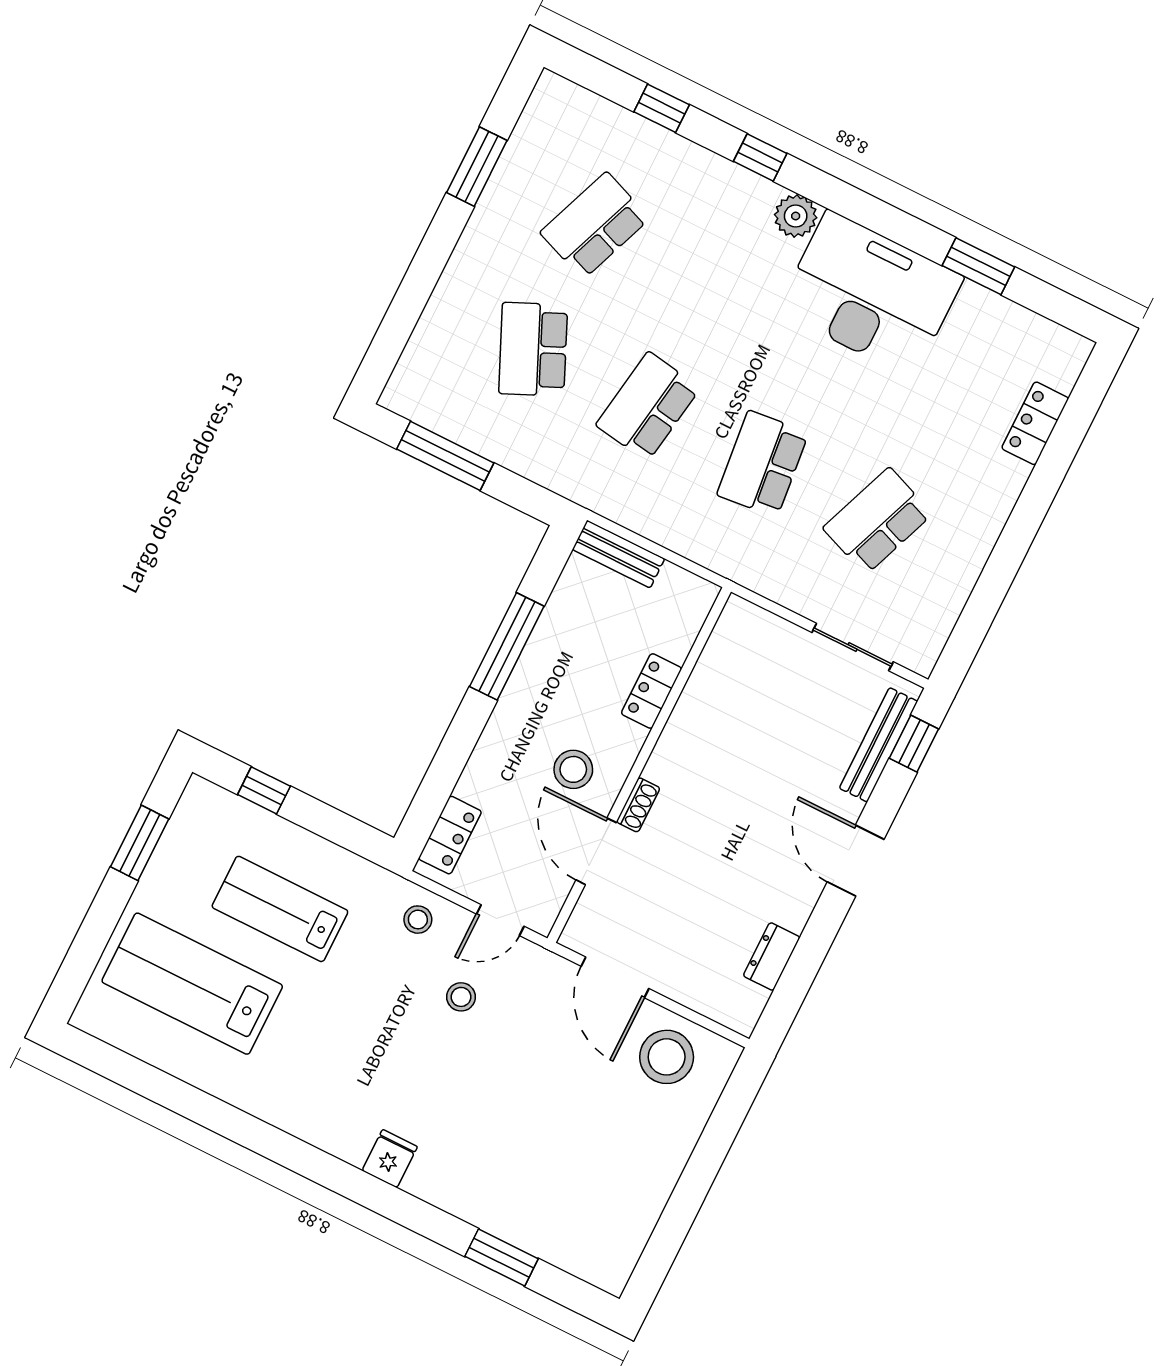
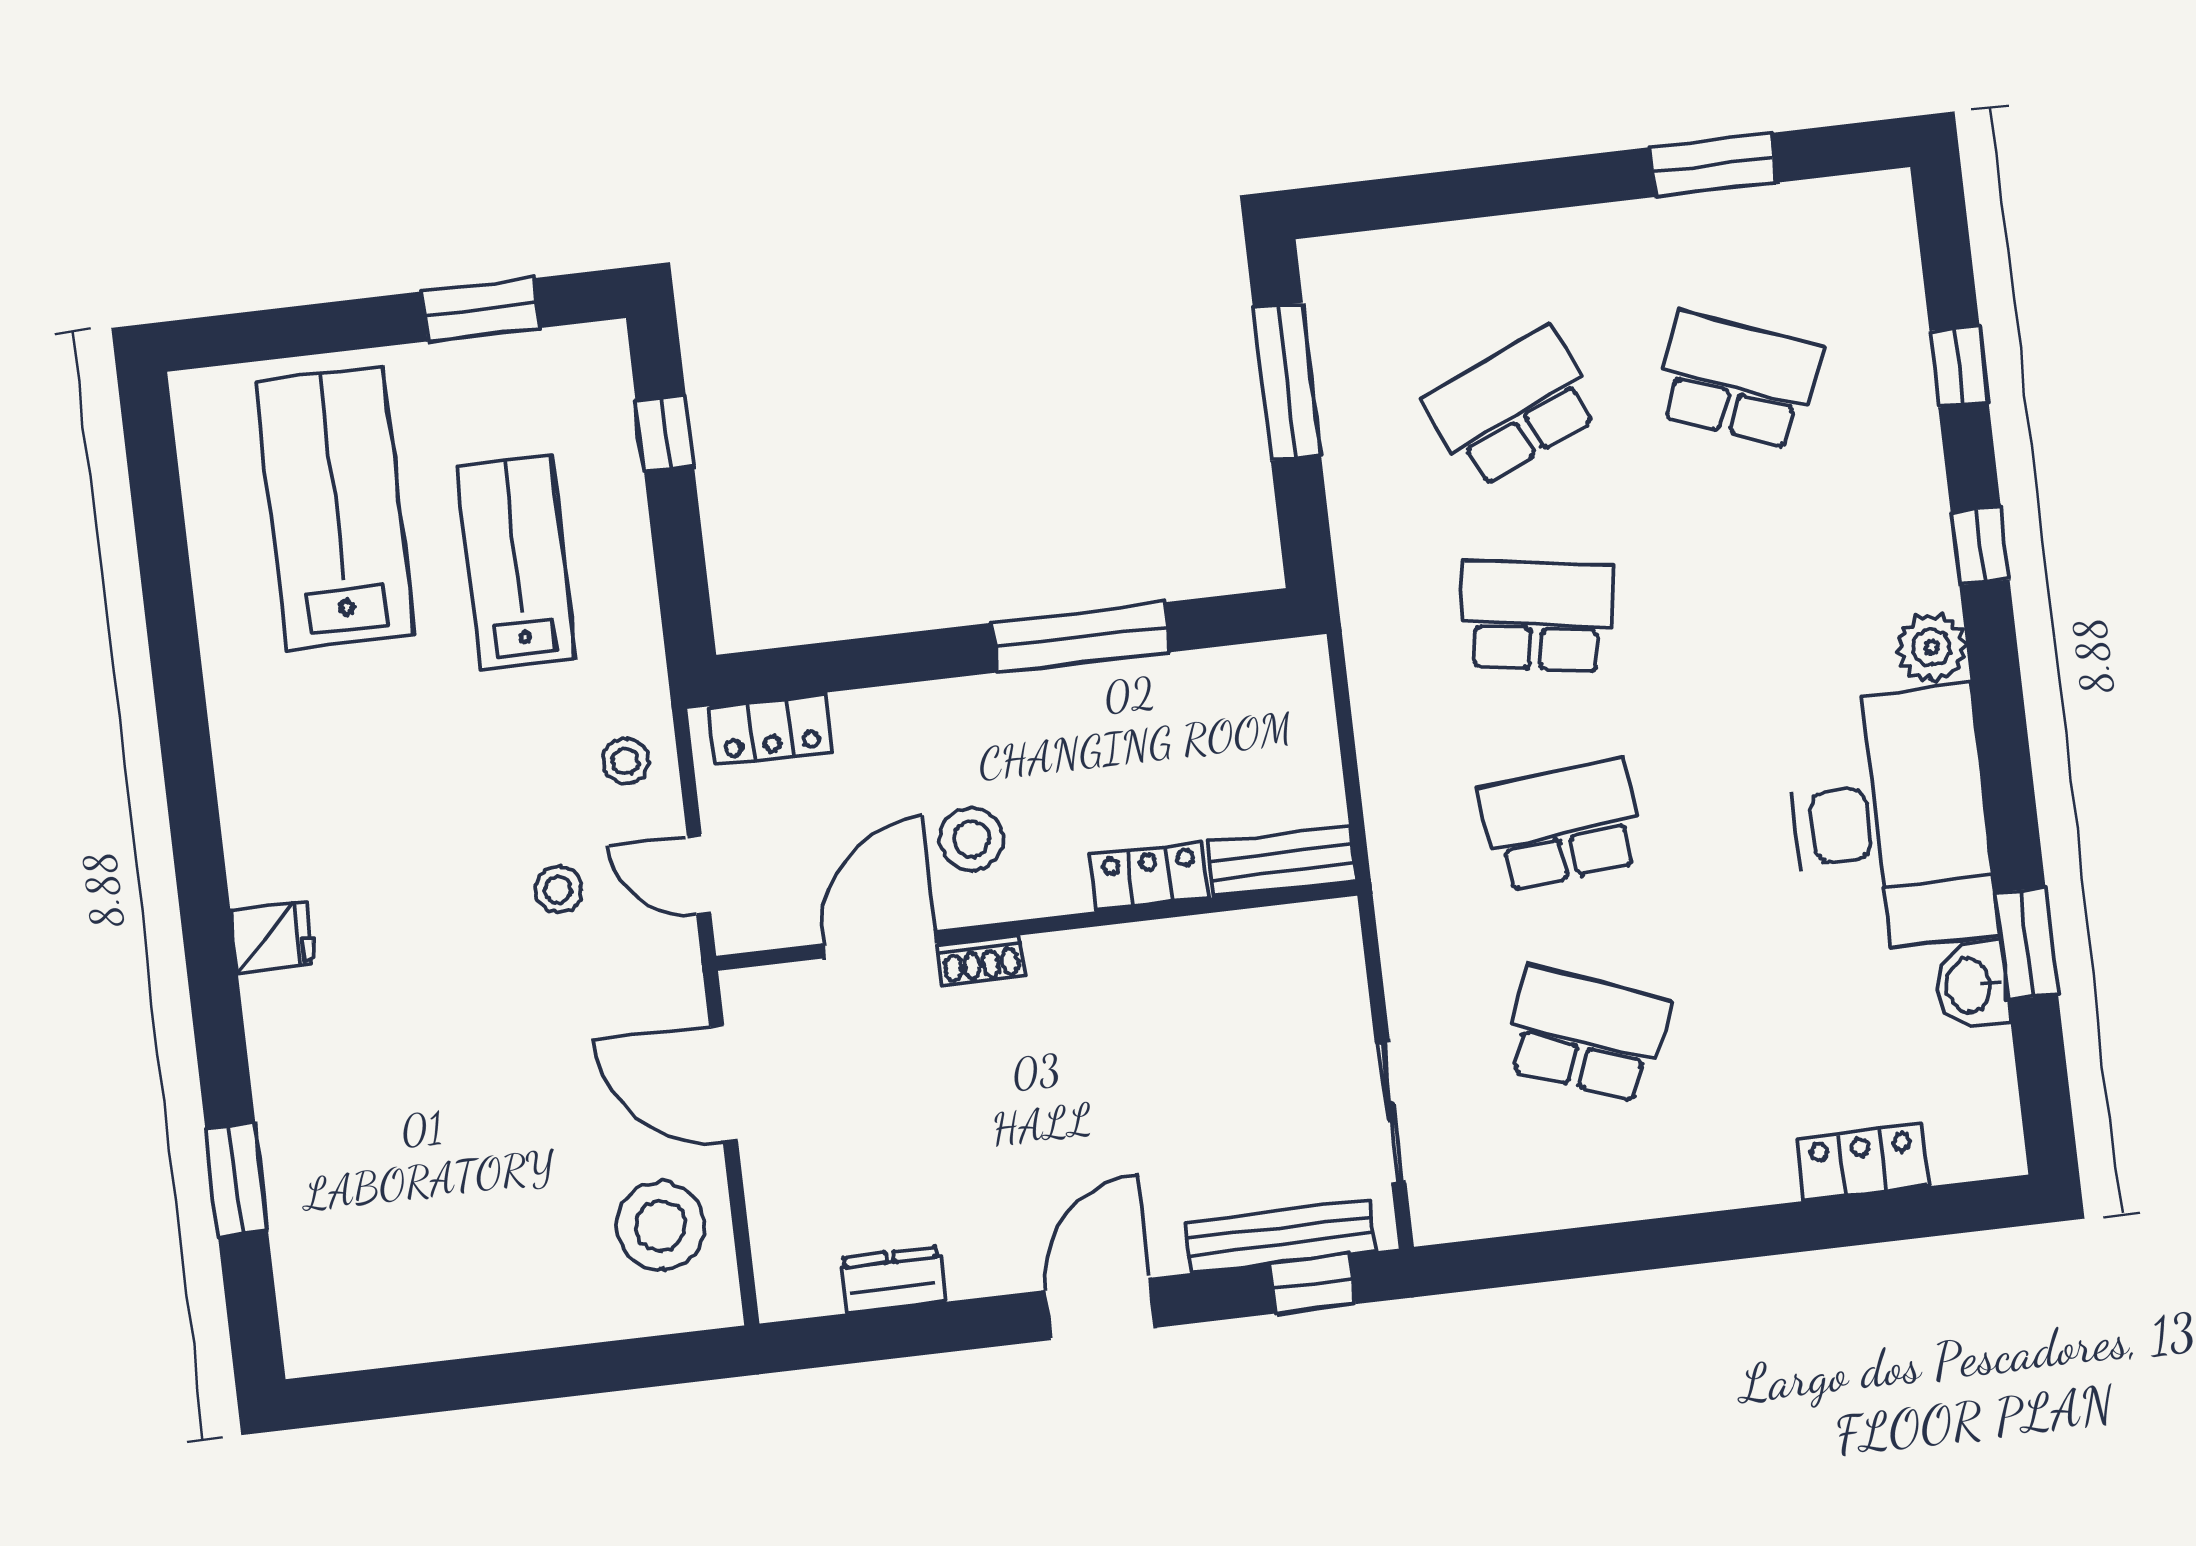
washbasin: (981, 309) -> (1971, 985), added
bench: (619, 554) -> (1282, 862), moved, turned 90
door: (615, 977) -> (723, 1083), hinge flipped

